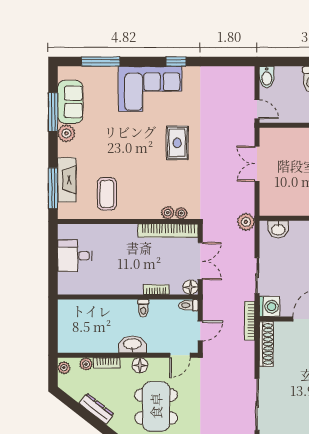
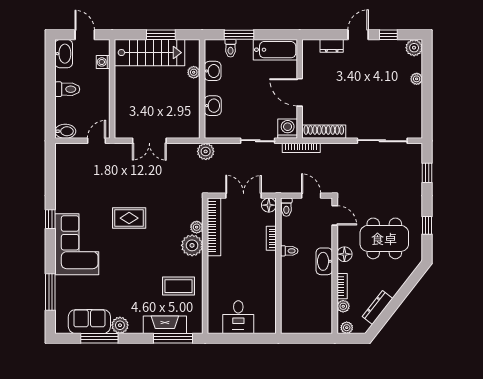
plant: (181, 213) -> (192, 245), moved, width x1.87, depth x1.87
washbasin: (278, 229) -> (213, 106), moved
dresser: (97, 409) -> (377, 308), moved

